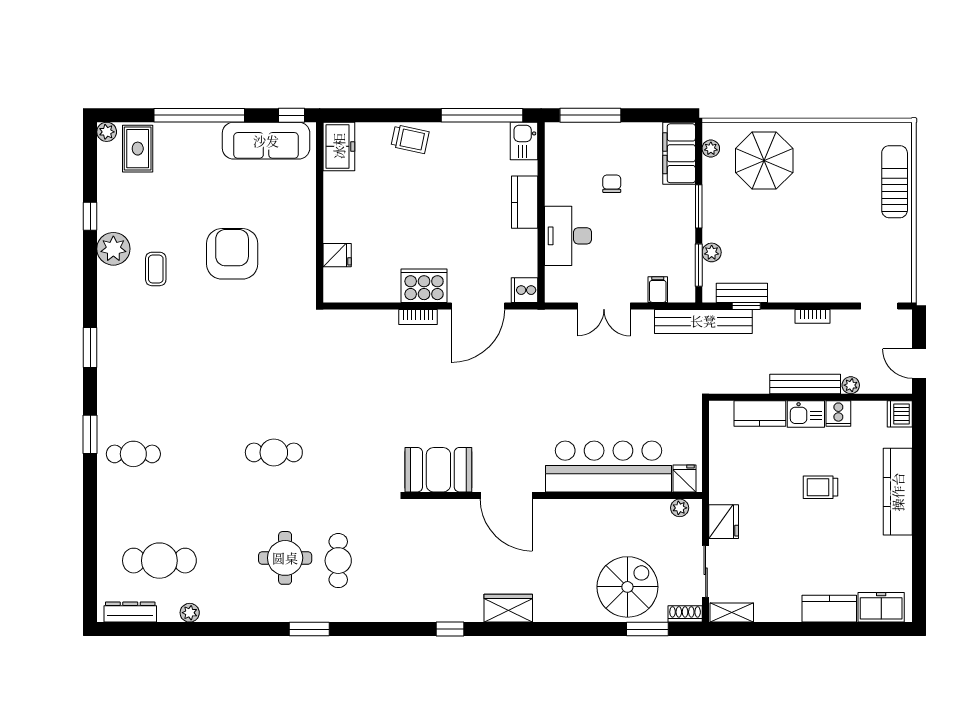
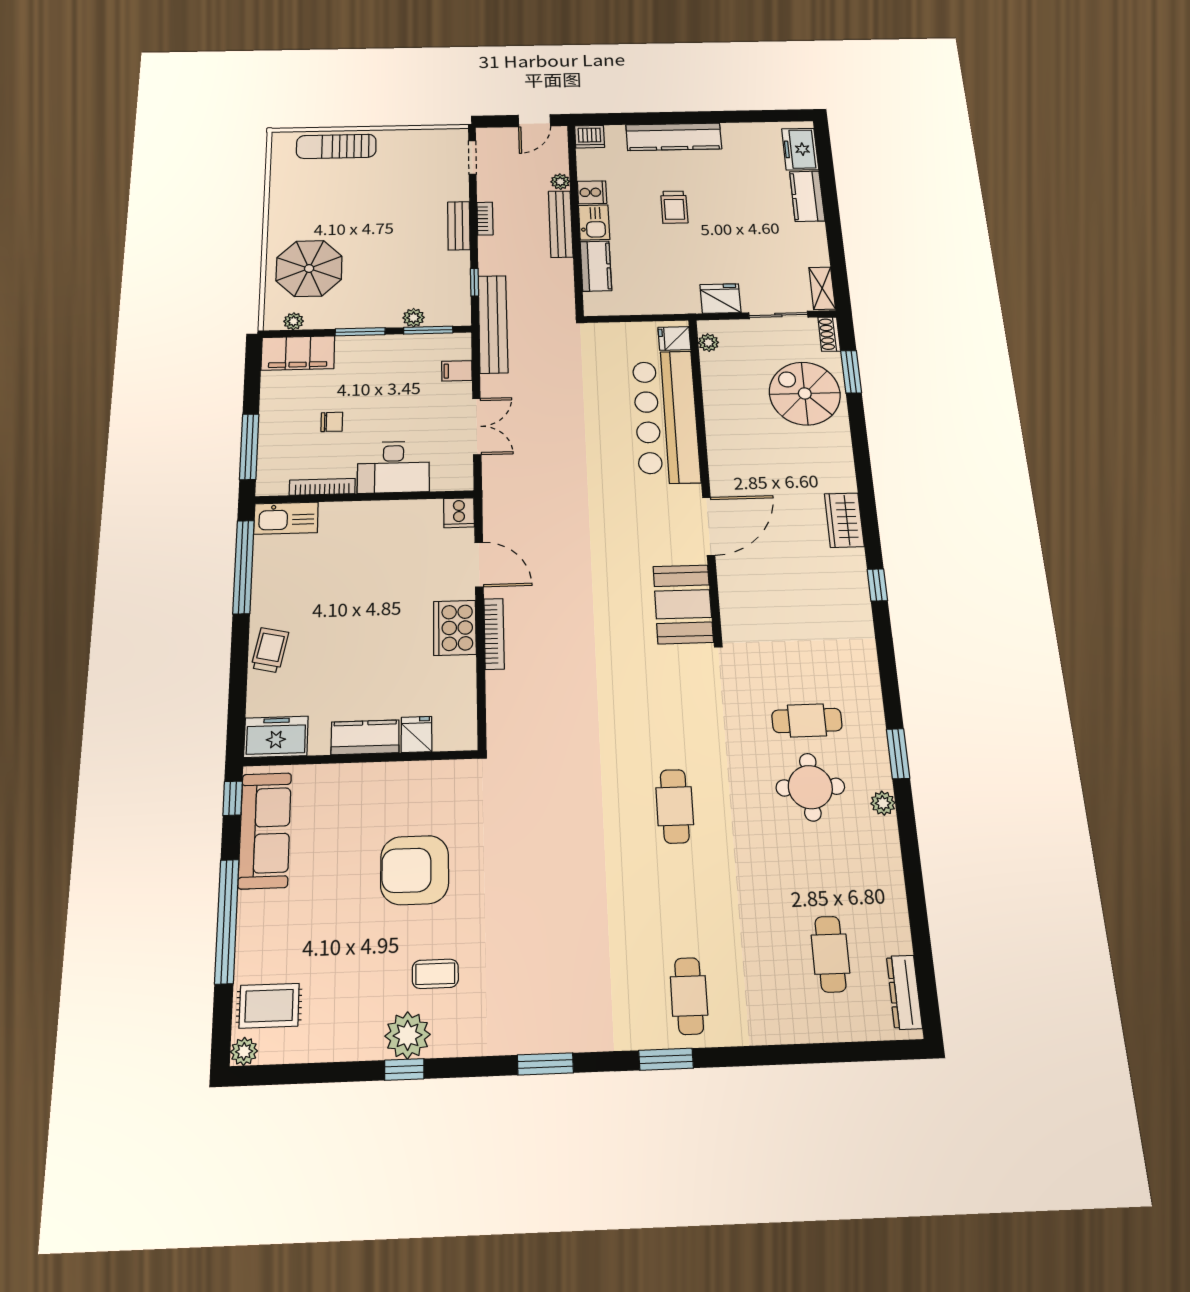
kitchen sink: (524, 141) -> (286, 518), width x1.38
bookcase: (551, 177) -> (322, 487), added
chair: (612, 184) -> (332, 422), turned 180
kitchen counter: (525, 202) -> (365, 737), moved, turned 180
window: (90, 216) -> (404, 1069), moved
bench: (742, 293) -> (459, 226), moved
door: (478, 306) -> (479, 565), width x0.73
bookcase: (418, 317) -> (494, 634), width x1.56
cafe table: (159, 561) -> (830, 954), width x0.73, depth x0.74
plant: (190, 613) -> (883, 803), moved

